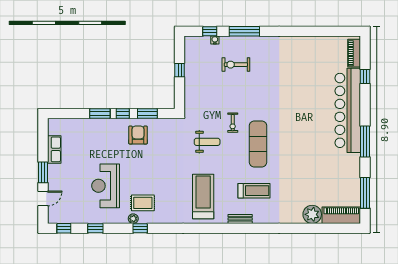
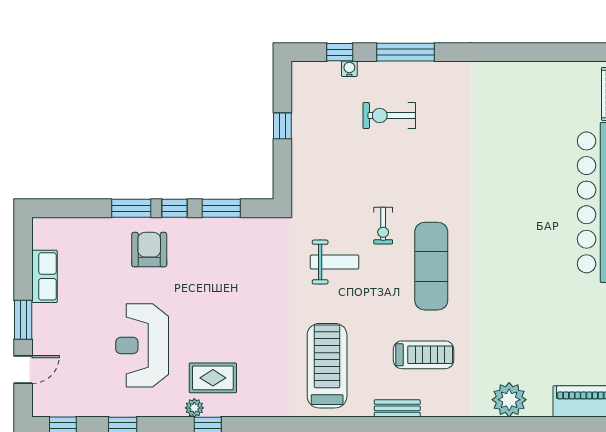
armchair: (138, 135) -> (149, 250), moved
plant: (312, 214) -> (509, 400), moved

